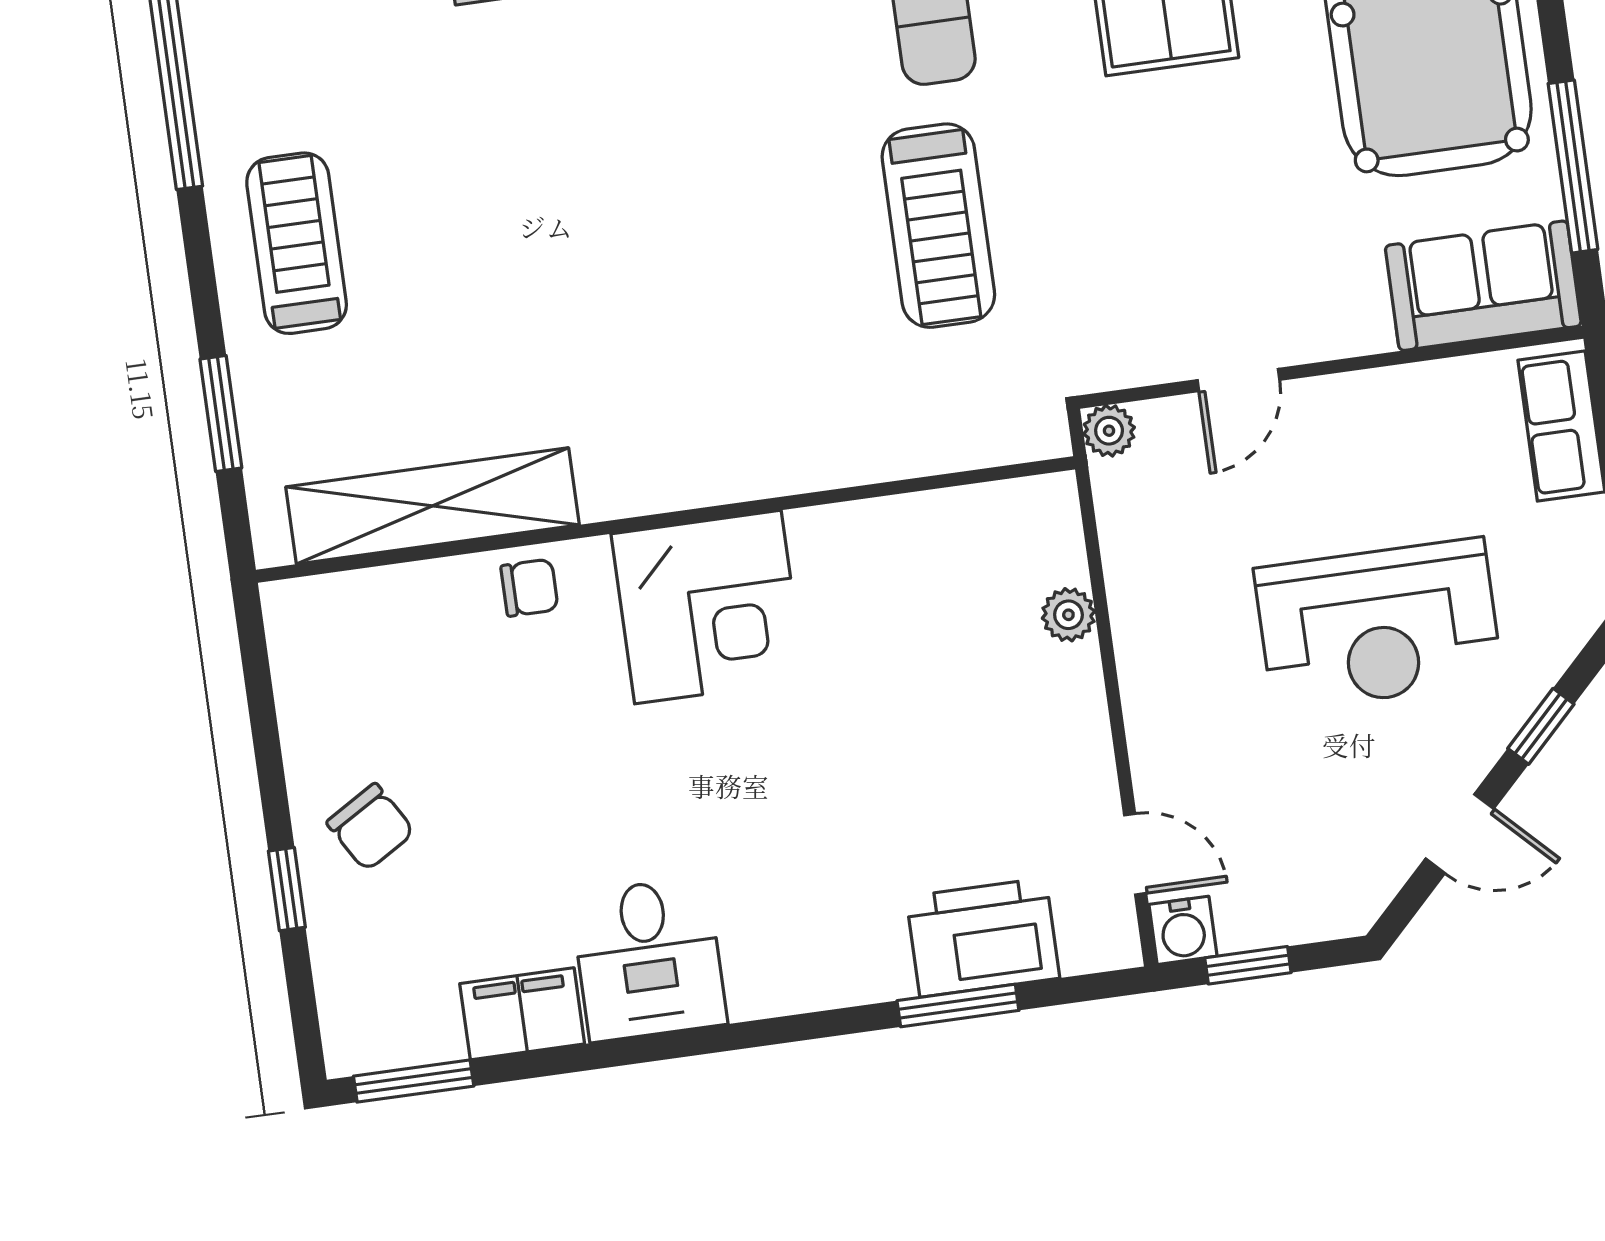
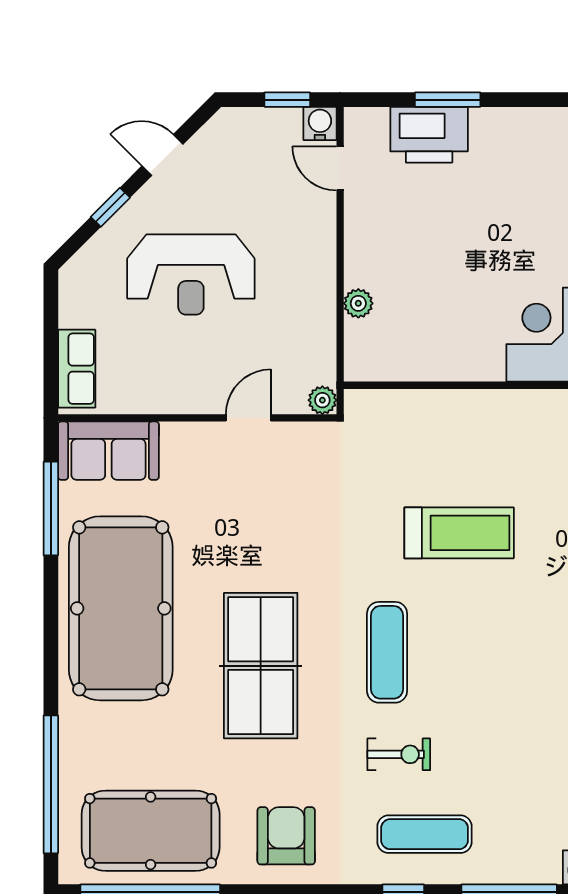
treadmill: (938, 226) -> (459, 533), moved, turned 90
reception desk: (1378, 625) -> (191, 275), turned 180

